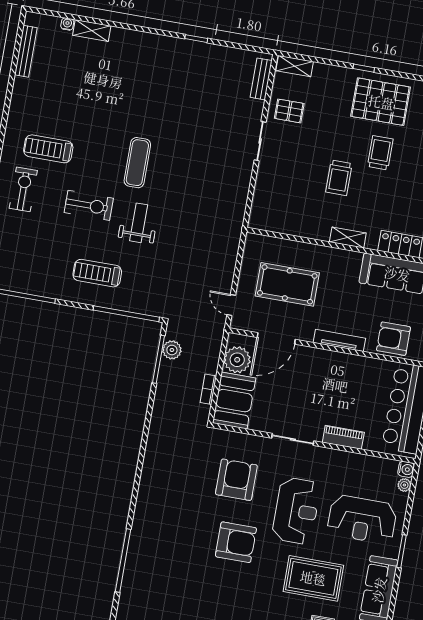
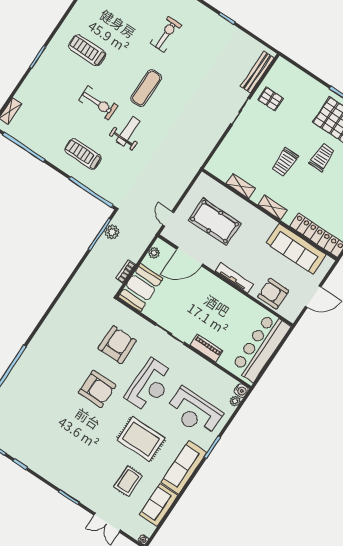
shelving: (295, 66) -> (241, 186), moved
bench: (261, 79) -> (257, 72), width x1.36
exercise bike: (23, 189) -> (166, 34), moved
plant: (237, 360) -> (154, 253), width x0.53, depth x0.53

